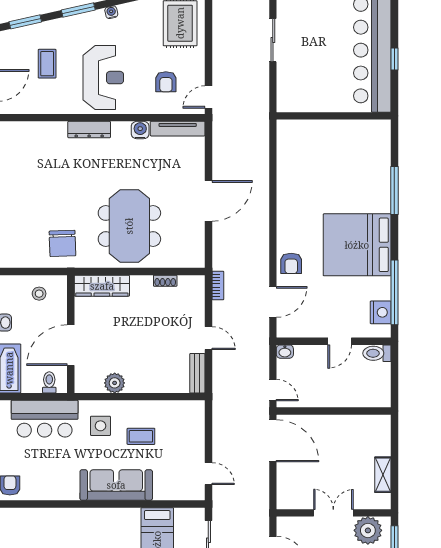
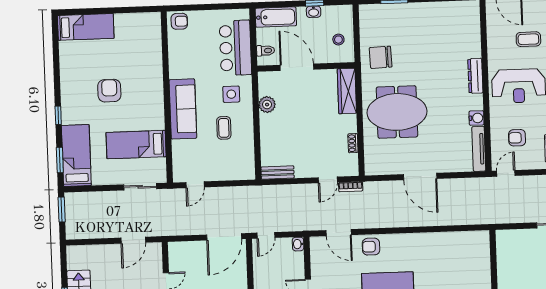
door: (208, 97) -> (506, 173), hinge flipped
door: (208, 338) -> (328, 180), moved

